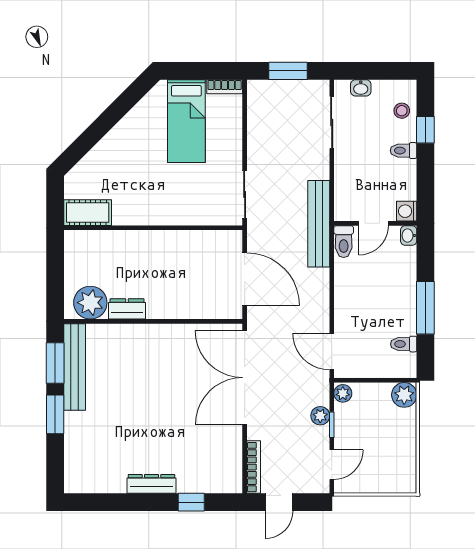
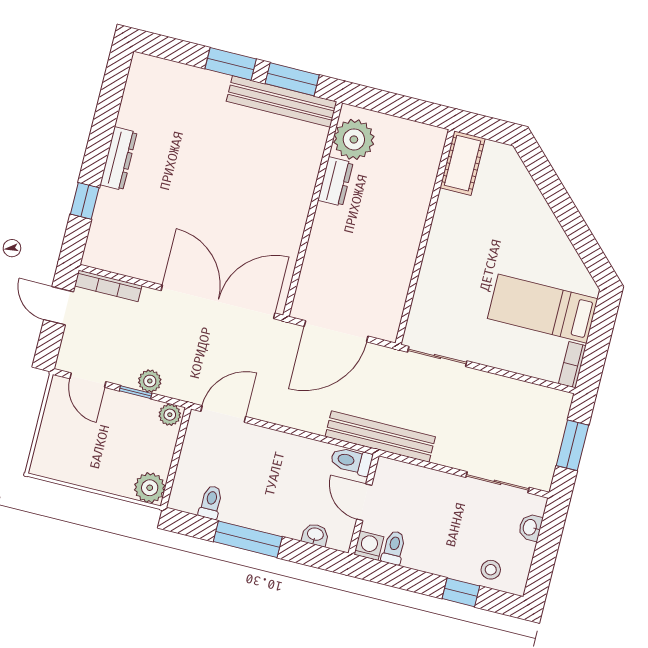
toilet: (404, 151) -> (394, 548), moved
washbasin: (409, 235) -> (315, 535), moved

